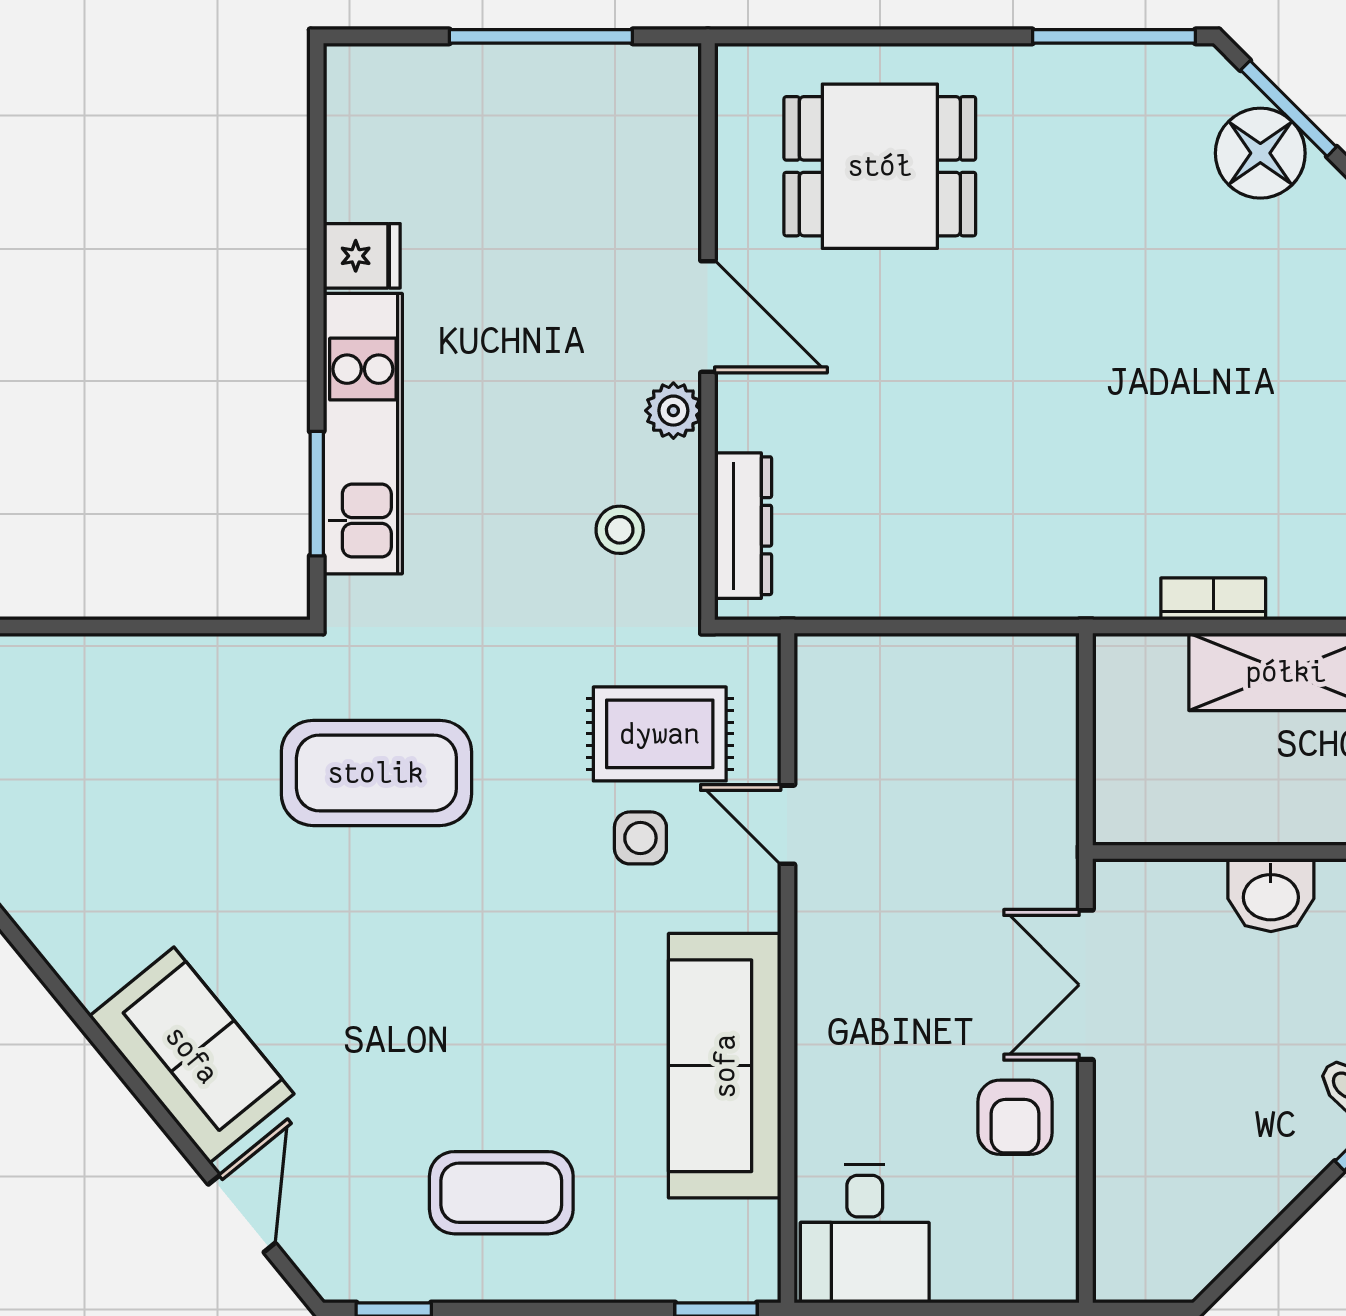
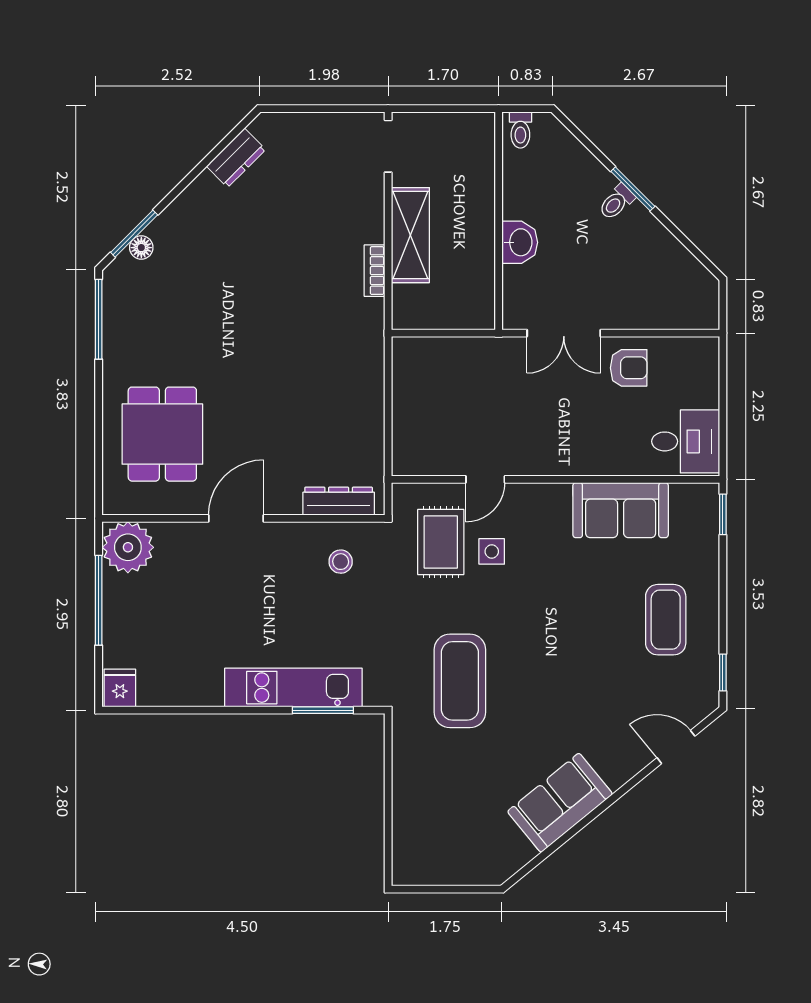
floor lamp: (1260, 153) -> (141, 248), width x0.53, depth x0.53
fridge: (362, 256) -> (120, 688), moved
plant: (673, 411) -> (128, 547), moved, width x1.88, depth x1.88
sofa: (192, 1055) -> (560, 803), moved
sofa: (725, 1066) -> (621, 510), width x0.73

